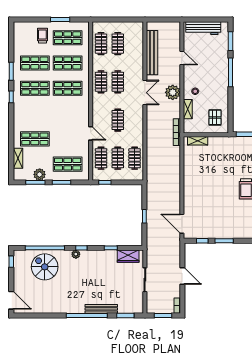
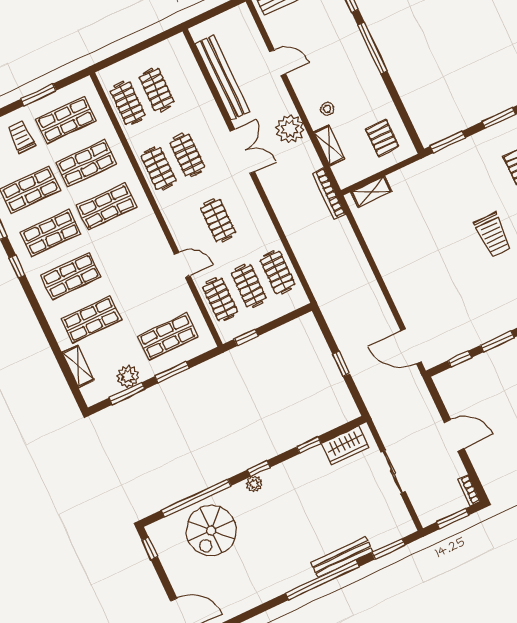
shop shelf: (35, 114) -> (71, 276), added
spiral stairs: (45, 267) -> (211, 531), turned -90

